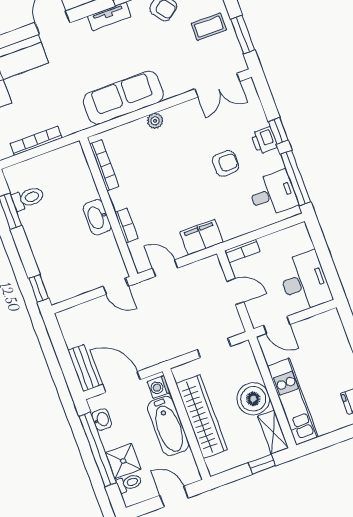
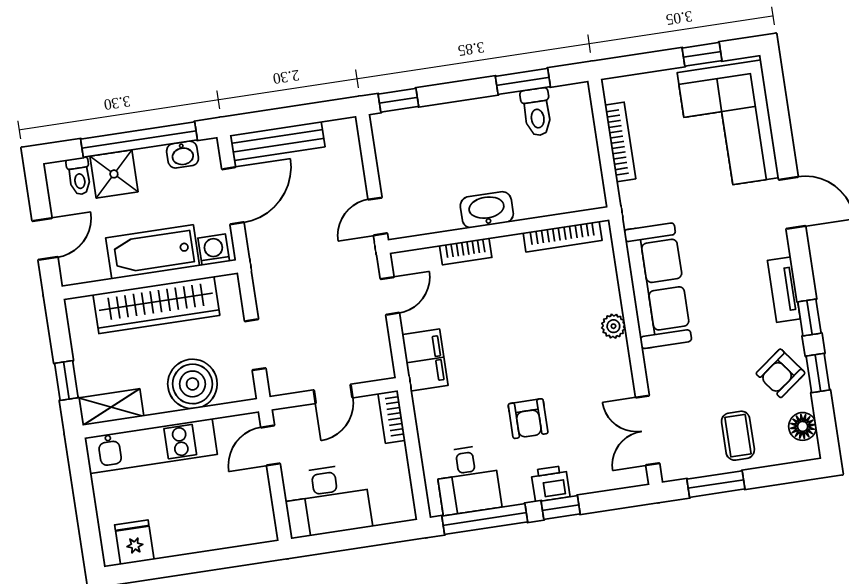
bench: (83, 368) -> (277, 141), width x1.36
boiler: (253, 399) -> (192, 384), moved

